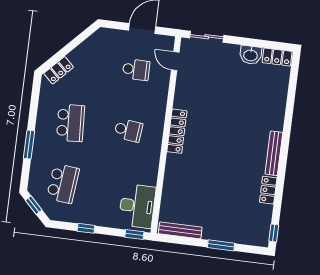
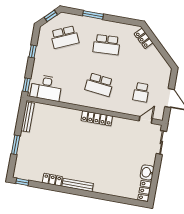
school desk: (128, 130) -> (99, 85), width x1.85
school desk: (63, 184) -> (65, 37), turned -30

